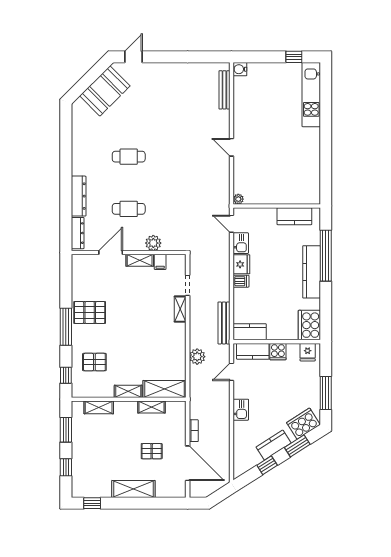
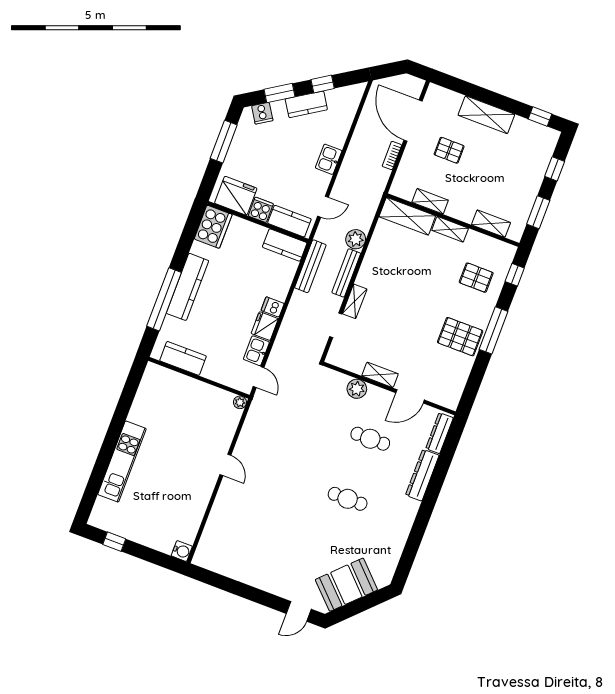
bench: (224, 90) -> (346, 273), moved
kitchen unit: (311, 95) -> (122, 462), moved
filing cabinet: (160, 262) -> (357, 364), removed
fridge: (308, 352) -> (236, 196), width x1.88, depth x1.34
cooker: (303, 424) -> (262, 113), width x0.53, depth x0.76

